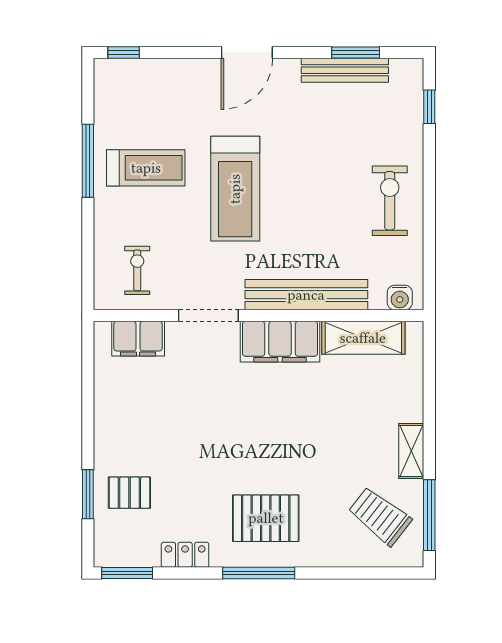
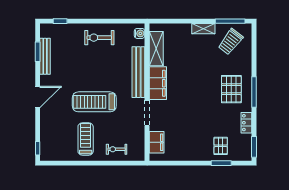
door: (247, 53) -> (38, 97), hinge flipped
window: (88, 161) -> (83, 163), removed
treadmill: (235, 189) -> (94, 102), turned 180
exercise bike: (137, 270) -> (117, 149), moved

